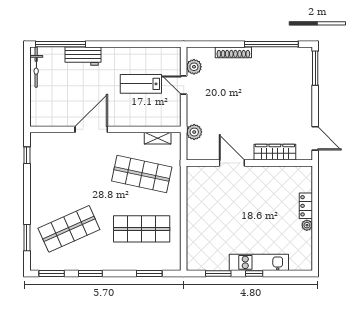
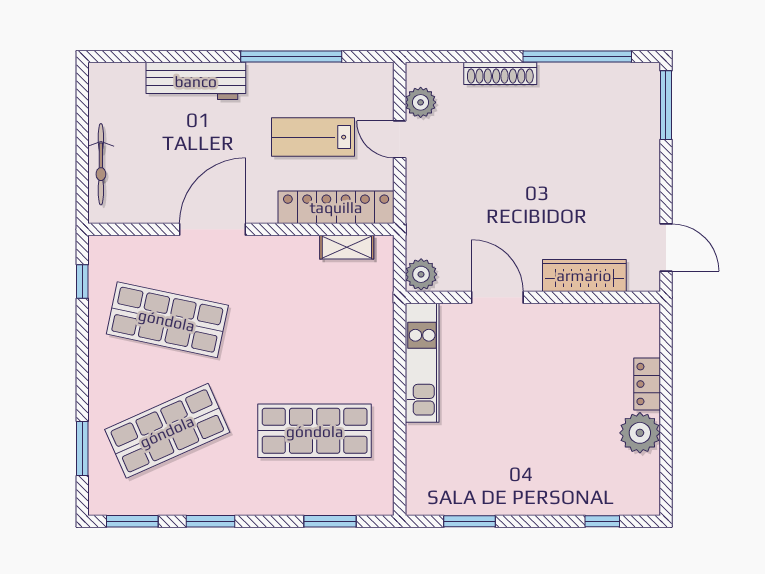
window: (61, 44) -> (291, 57), moved
workbench: (83, 56) -> (196, 81), width x1.38
bicycle: (36, 67) -> (101, 164), moved
locker: (152, 119) -> (336, 207), added
plant: (194, 132) -> (421, 274), moved
shop shelf: (142, 174) -> (167, 320), moved
plant: (307, 225) -> (640, 433), width x1.88, depth x1.88
kitchen unit: (259, 262) -> (422, 363), moved, turned 90
window: (254, 274) -> (602, 521), moved

